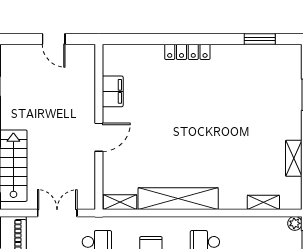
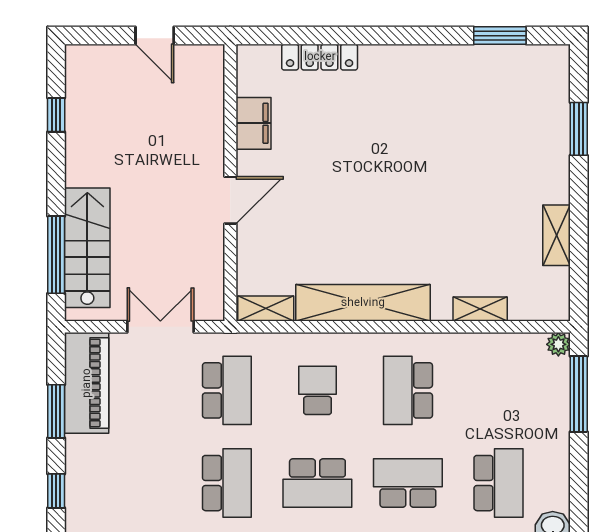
locker: (187, 52) -> (320, 57), moved
shelving: (263, 202) -> (480, 309), moved

